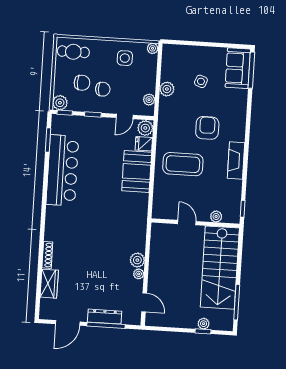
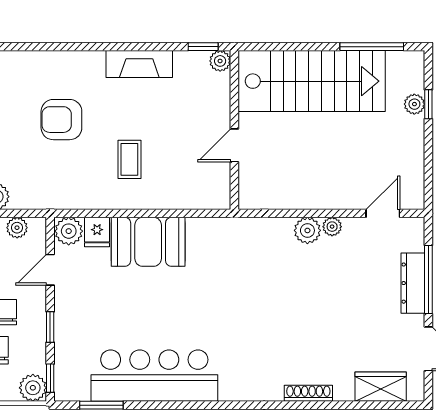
door: (125, 116) -> (50, 270), swing flipped
fireplace: (236, 161) -> (139, 64), moved
coffee table: (183, 164) -> (129, 159), width x0.54, depth x0.58
plant: (216, 217) -> (220, 61), moved
wardrobe: (49, 284) -> (381, 387), moved

